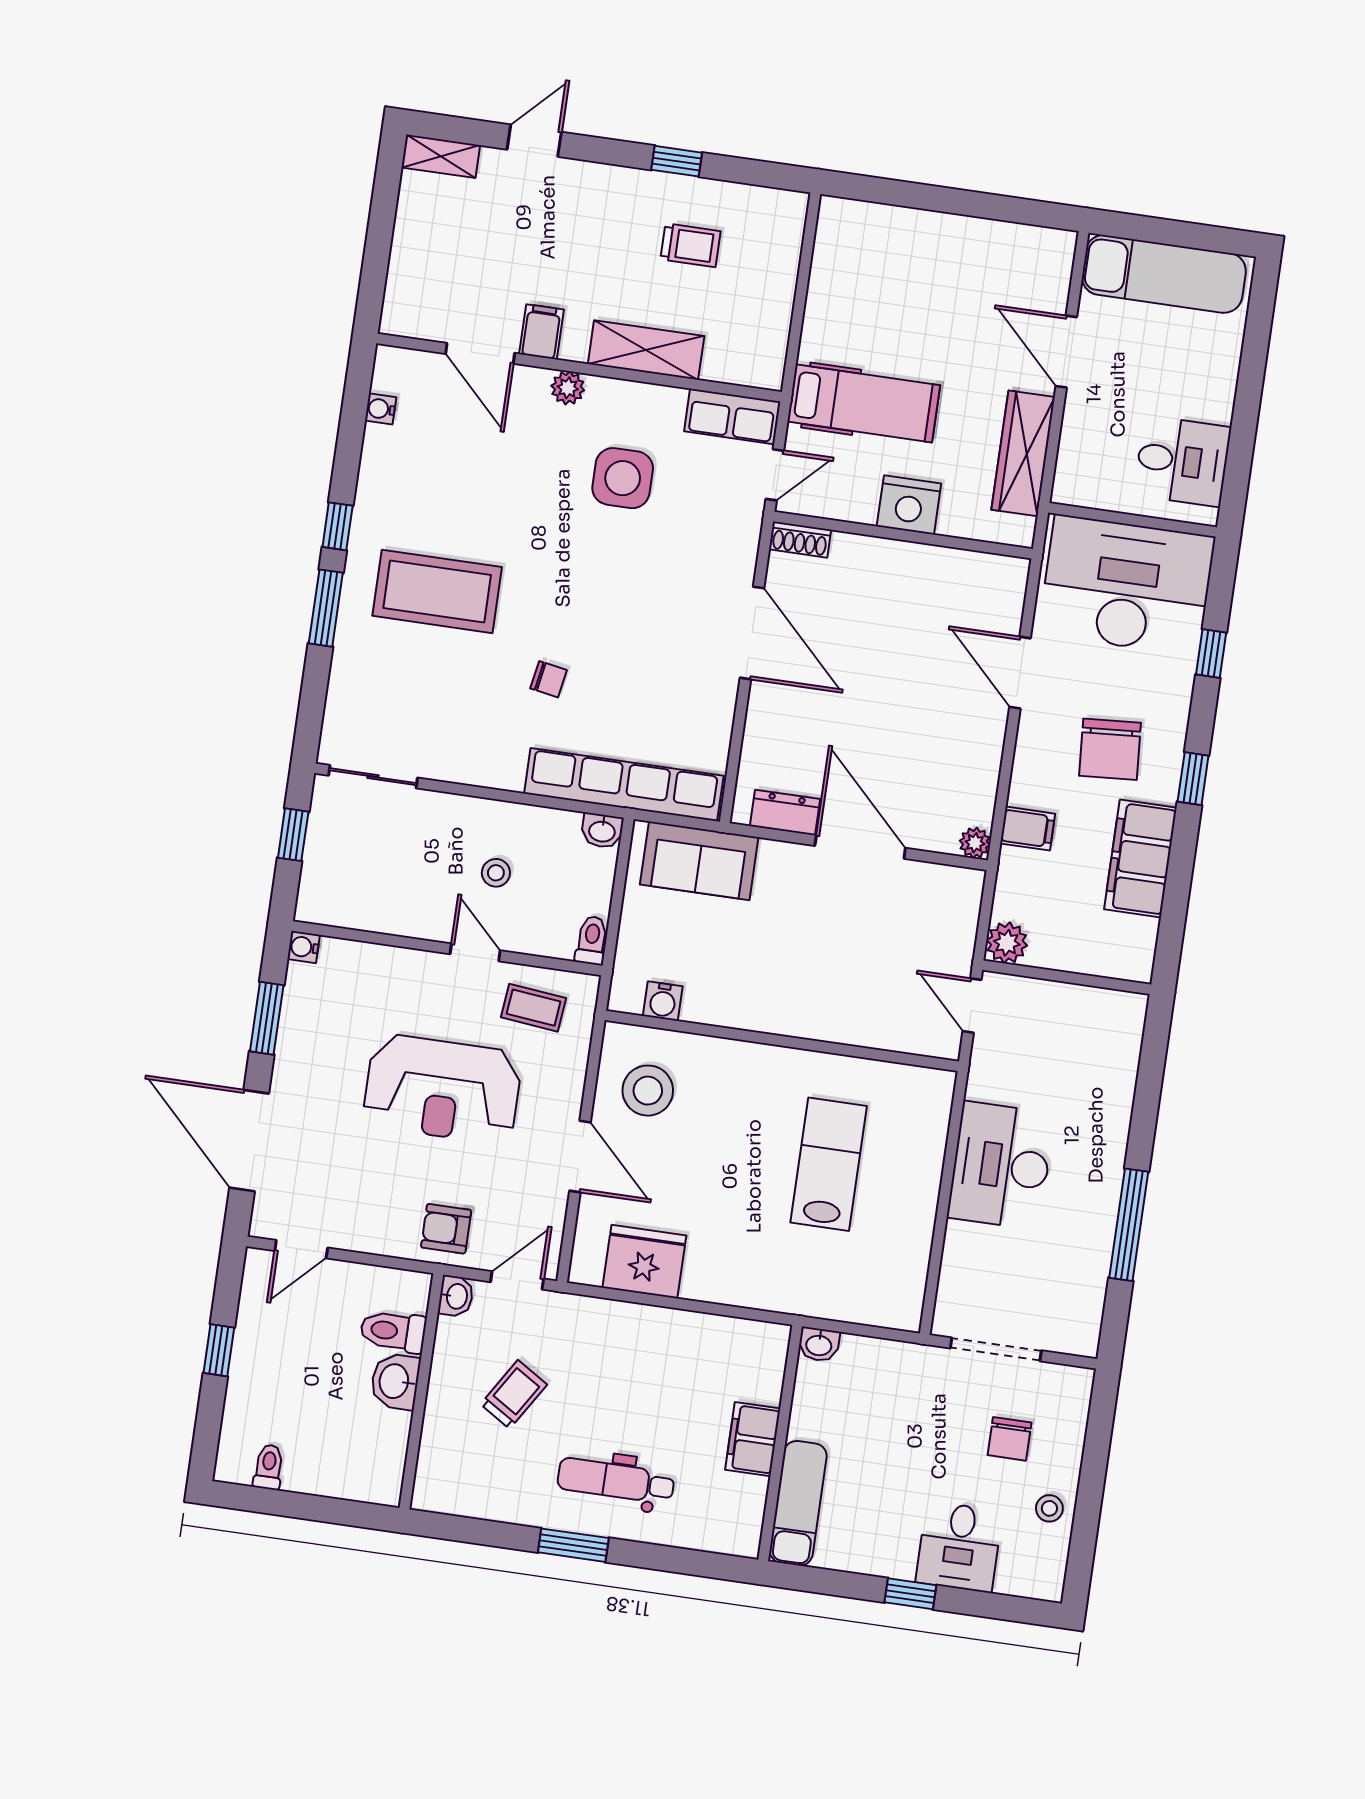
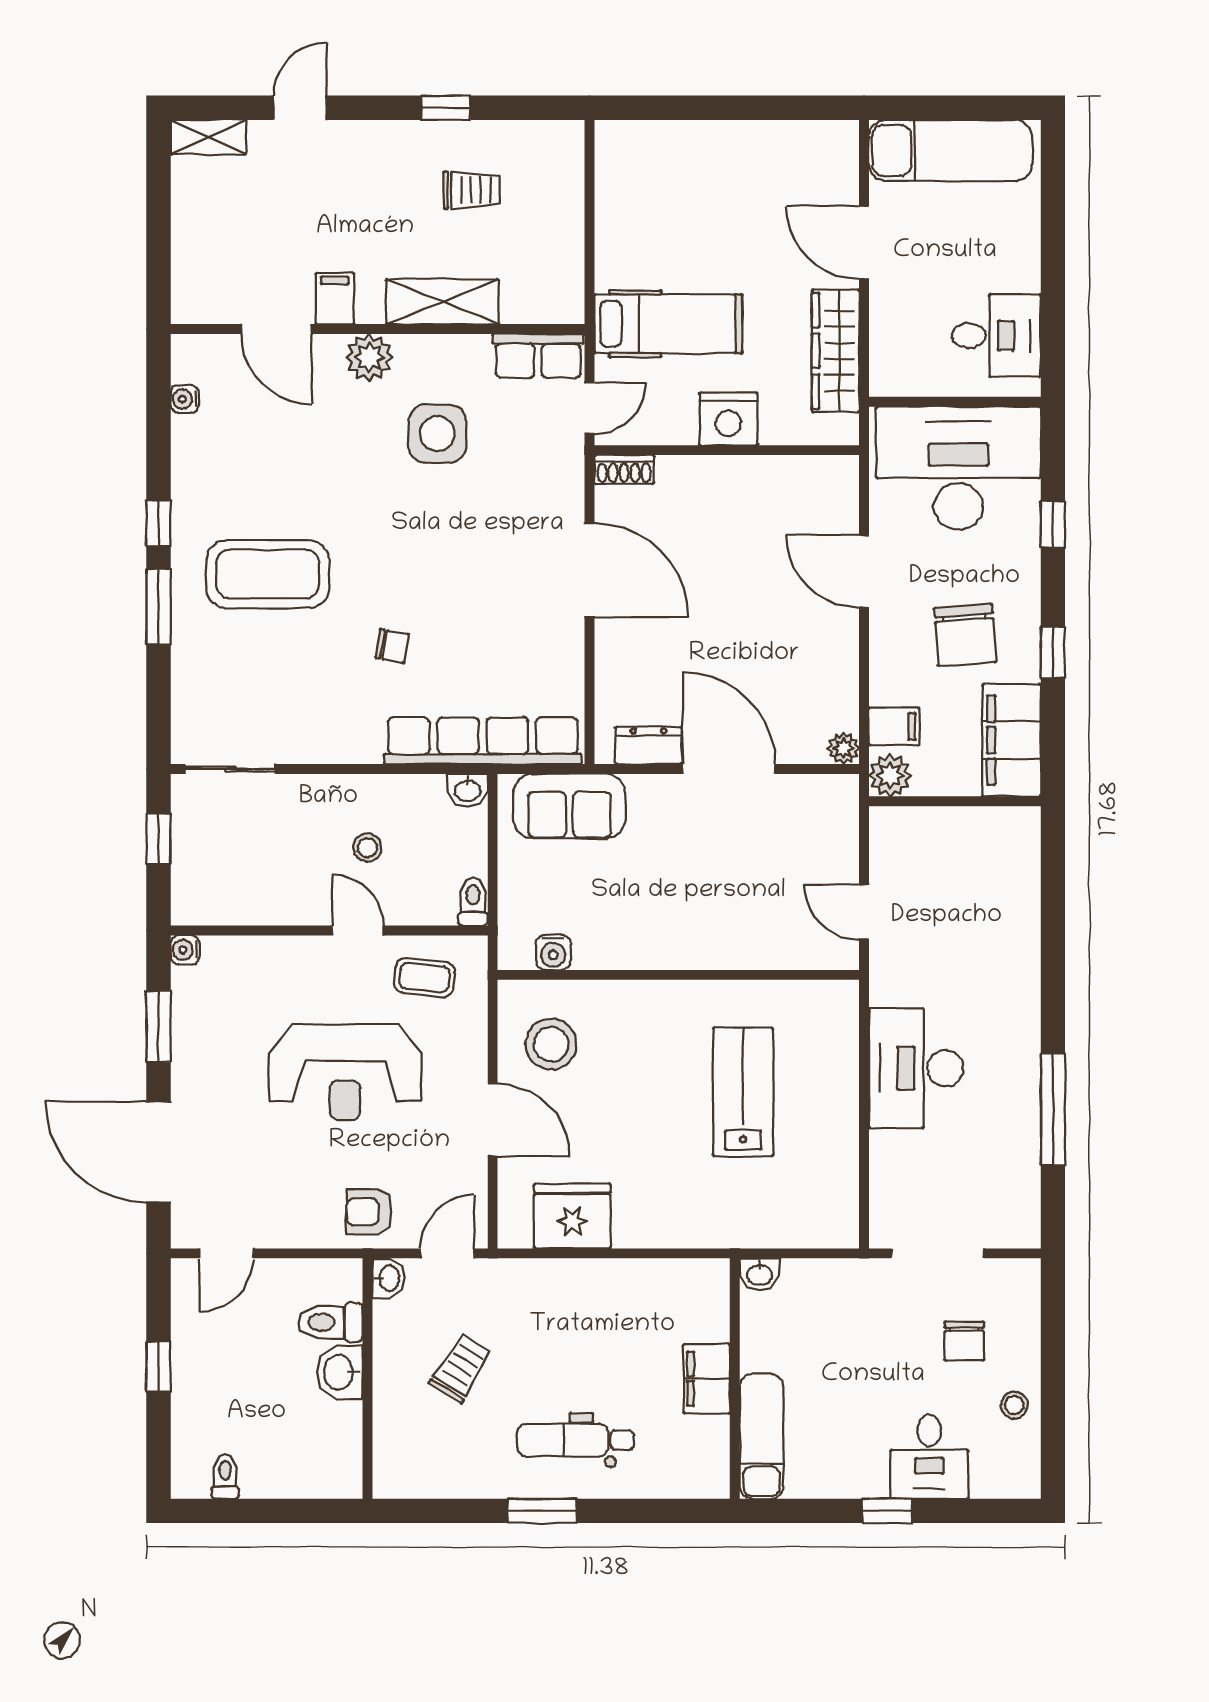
plant: (568, 388) -> (369, 357), width x1.38, depth x1.38
plant: (1007, 943) -> (890, 775), moved
wall: (1067, 977) -> (955, 801), moved

